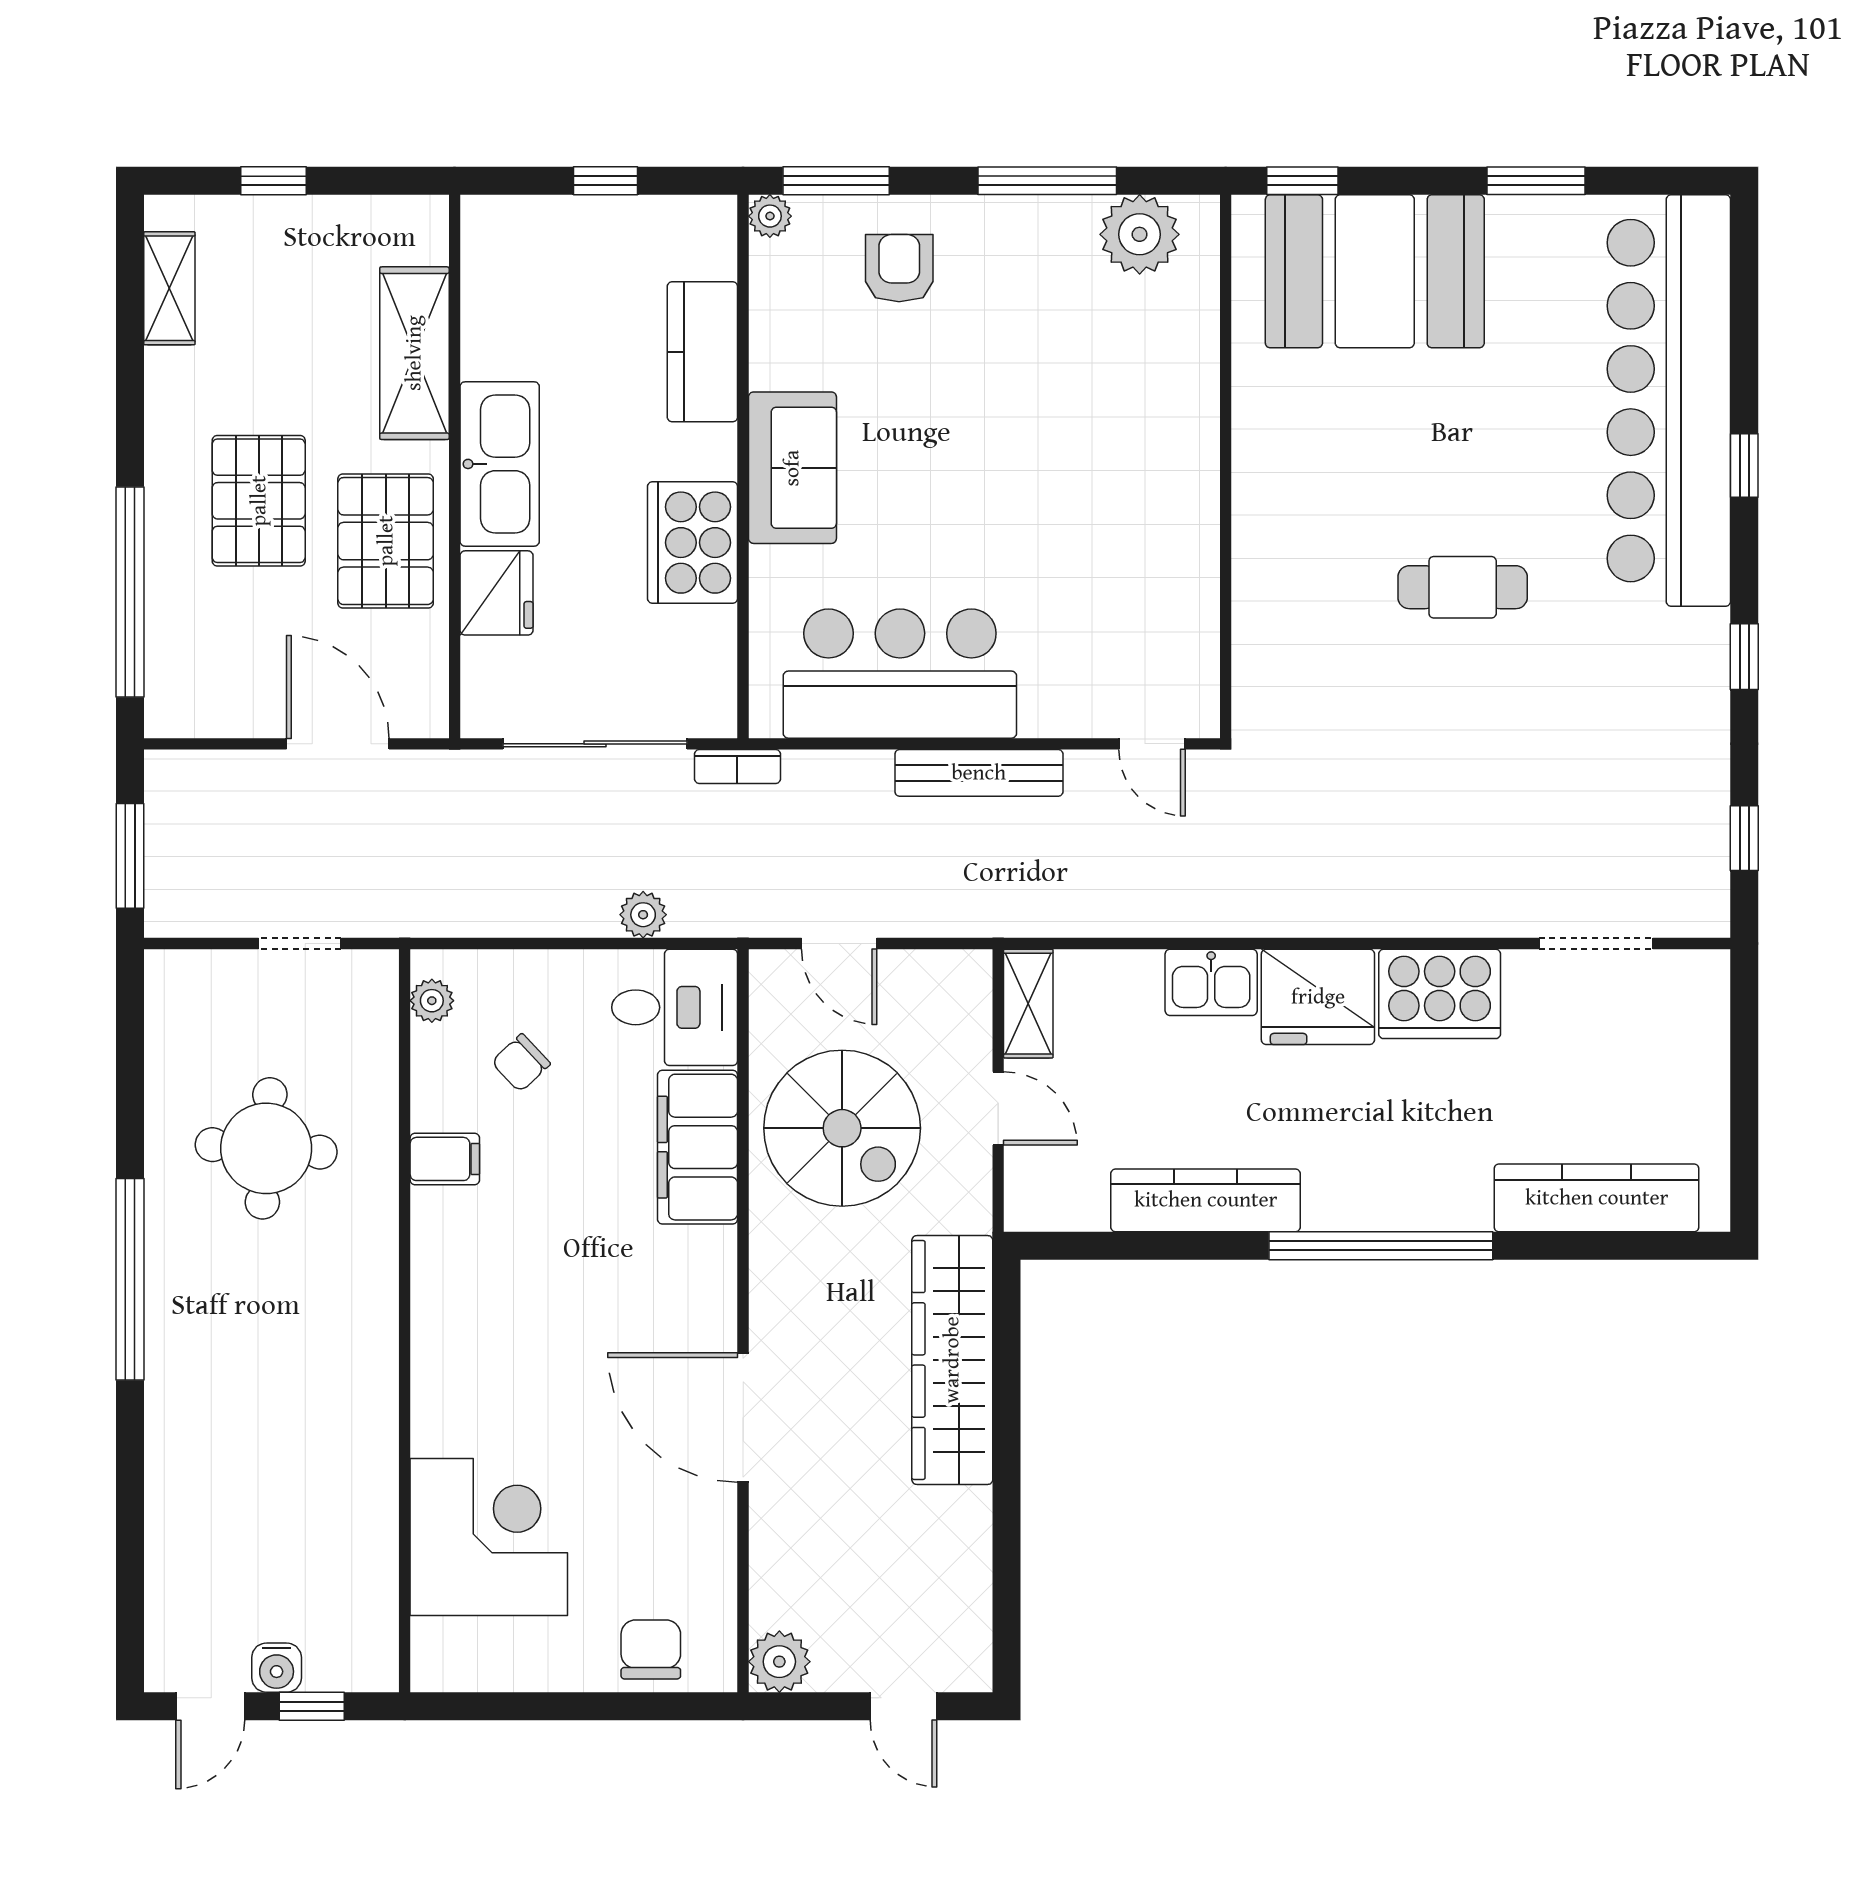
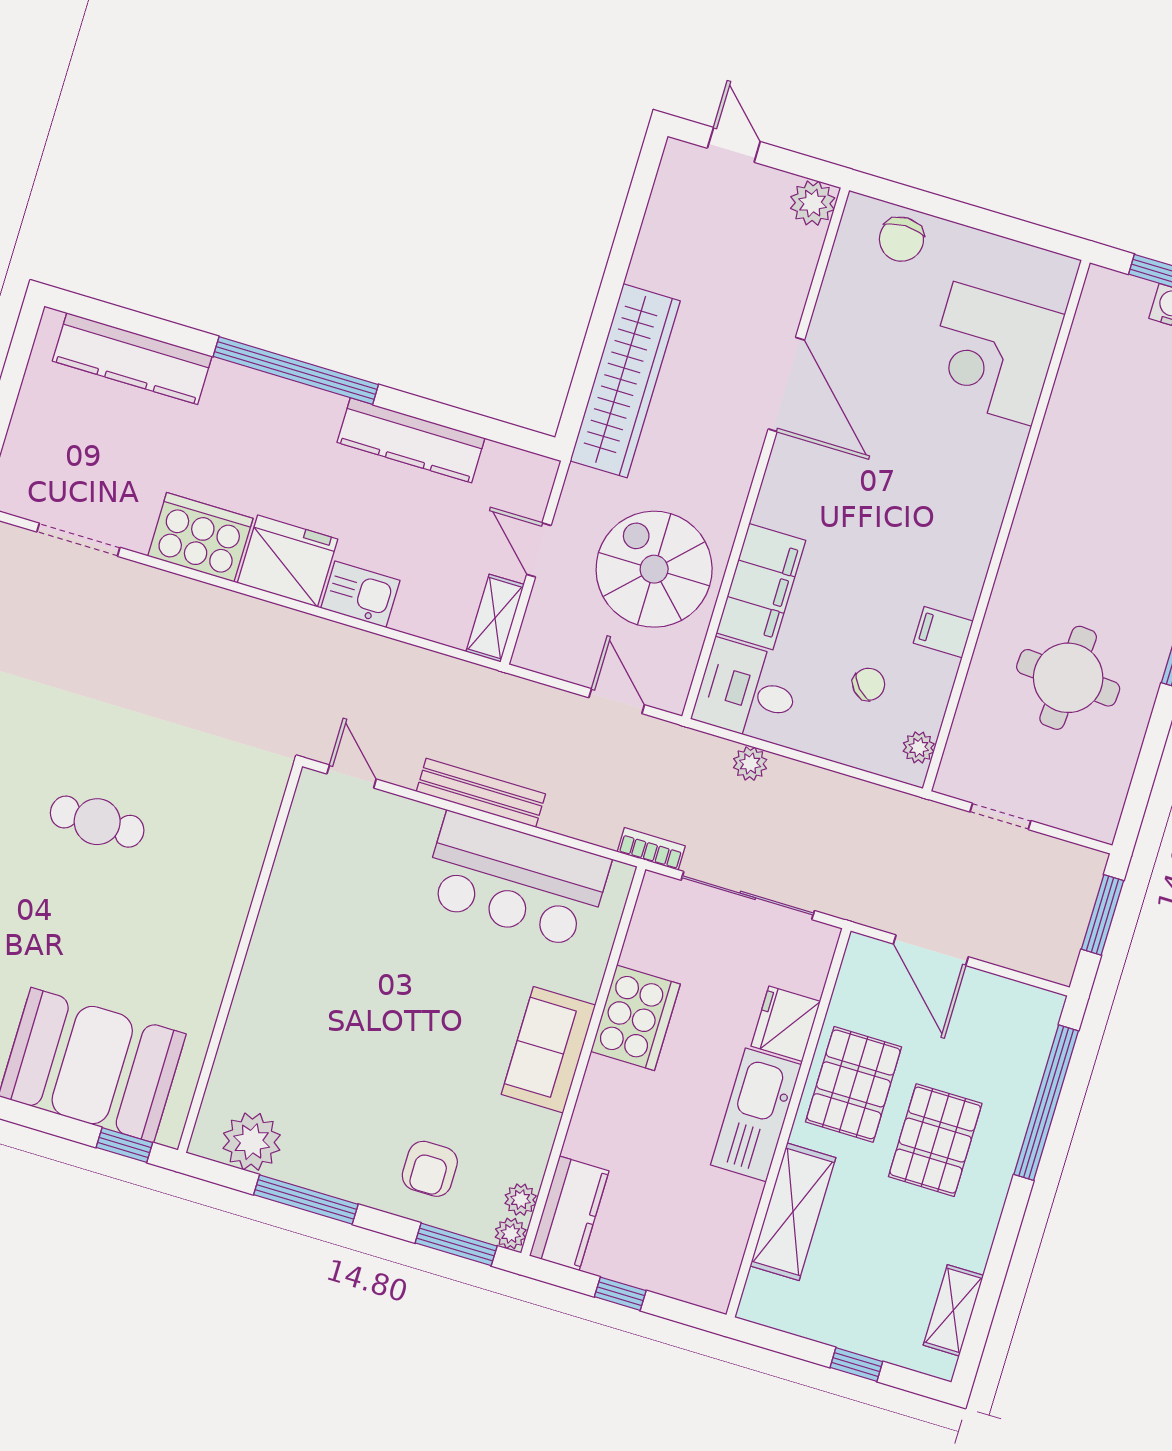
plant: (770, 264) -> (521, 1200), added
kitchen counter: (702, 352) -> (569, 1213), moved

